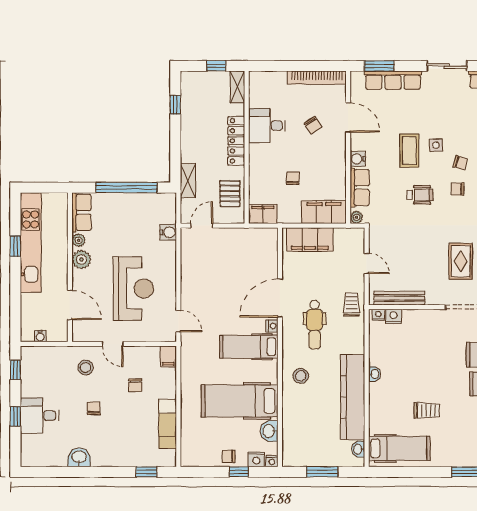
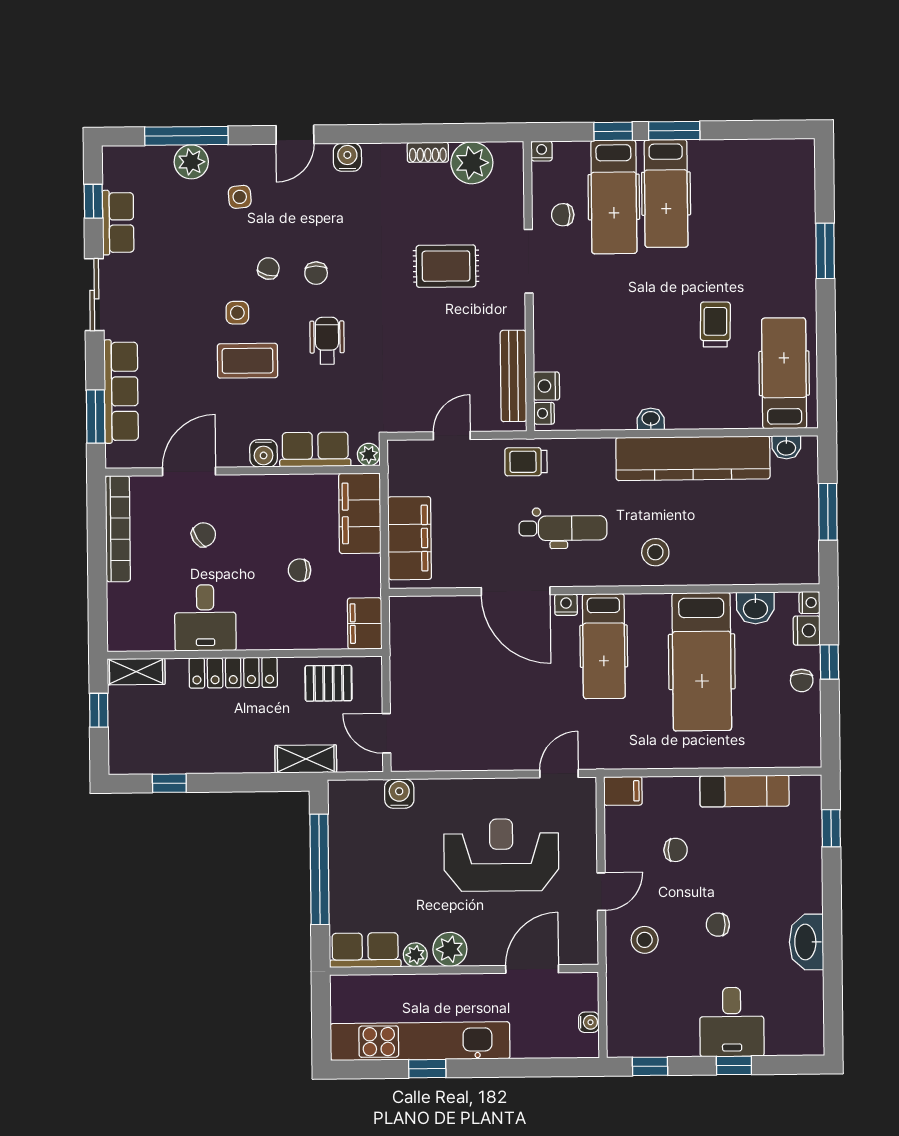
washbasin: (79, 457) -> (806, 942), width x1.38

